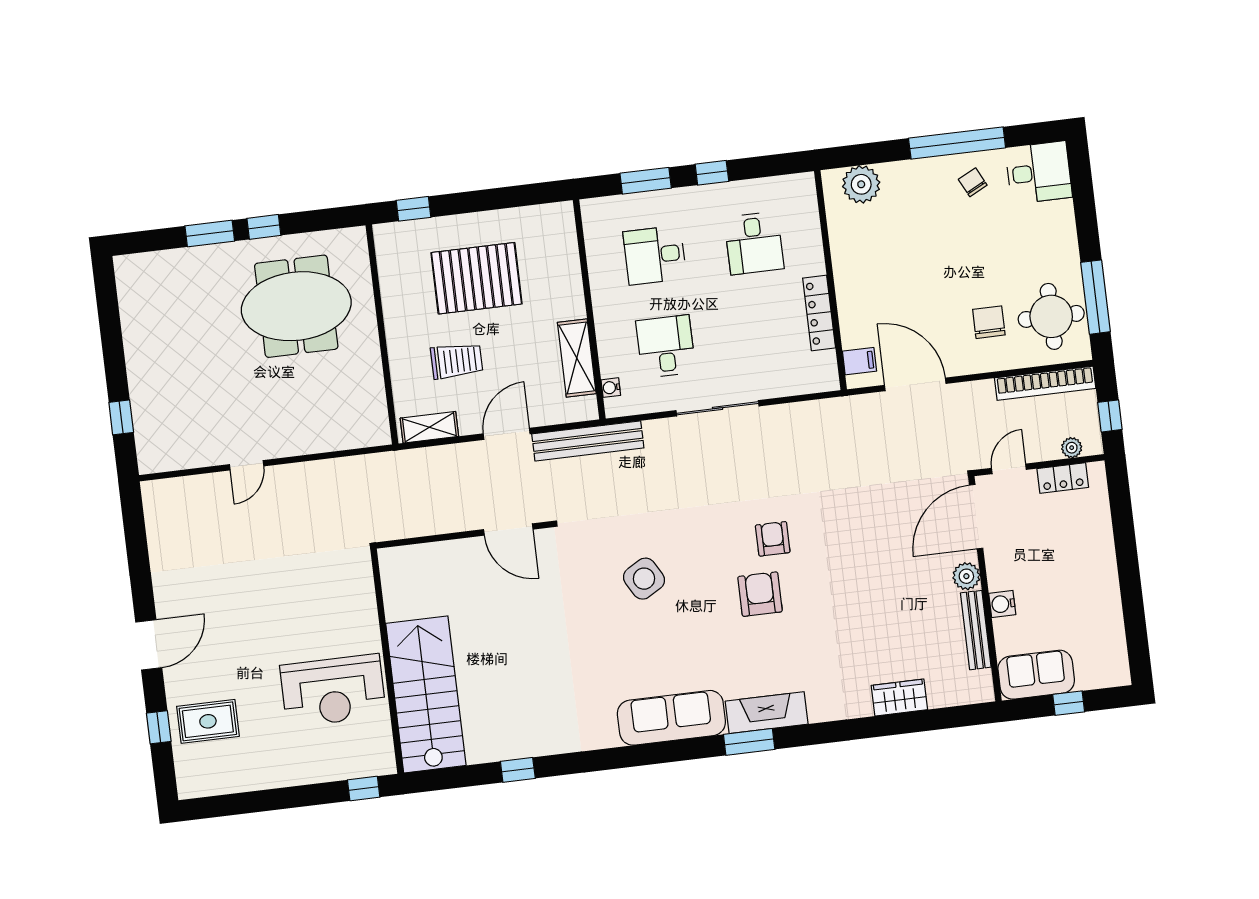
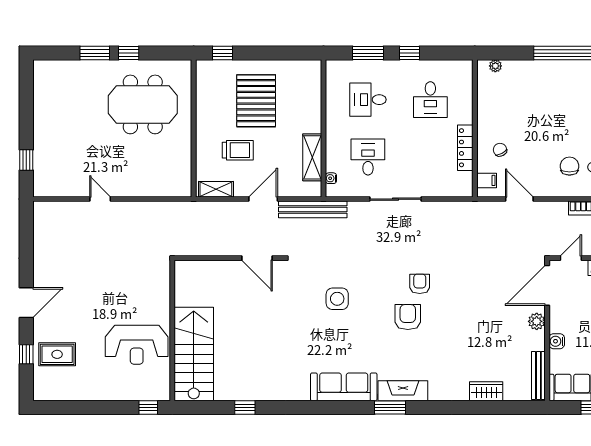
chair: (973, 182) -> (500, 150), moved
plant: (861, 184) -> (495, 66), width x0.53, depth x0.53
pallet: (476, 278) -> (256, 101), turned 90
door: (915, 384) -> (519, 199), width x0.73
door: (247, 465) -> (100, 199), swing flipped
side table: (644, 579) -> (337, 299), turned 30
bench: (976, 630) -> (538, 375), moved

